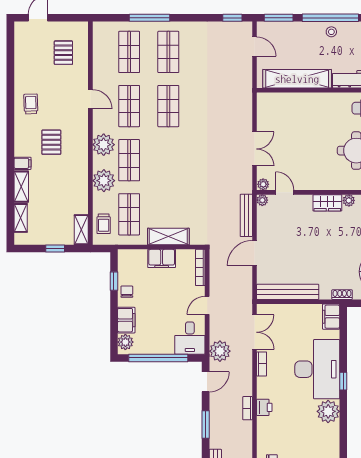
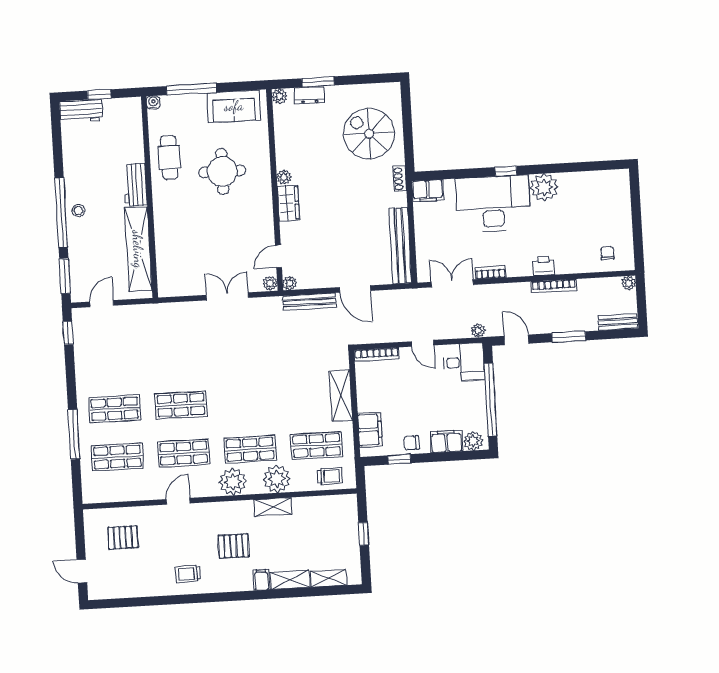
shelving: (81, 230) -> (273, 507), moved
filing cabinet: (162, 258) -> (370, 430), moved
plant: (220, 351) -> (478, 331), width x0.53, depth x0.53
bookcase: (248, 408) -> (554, 286), width x1.56

